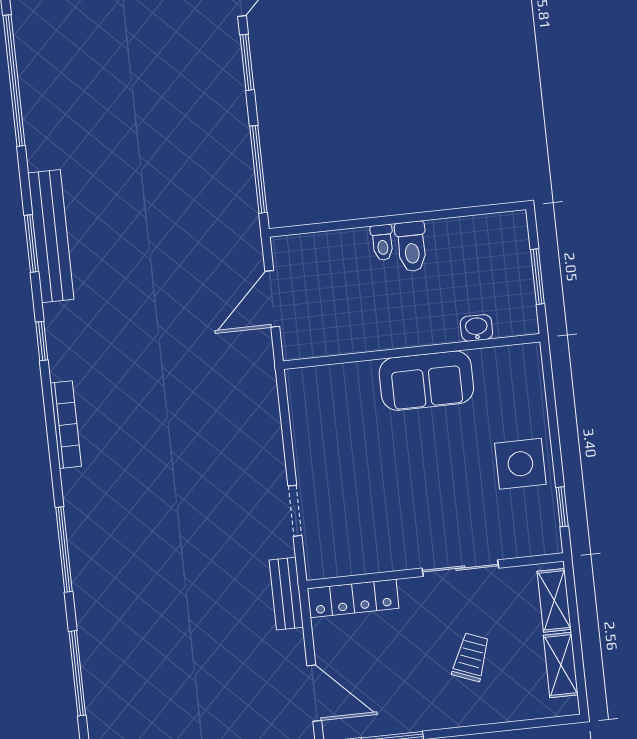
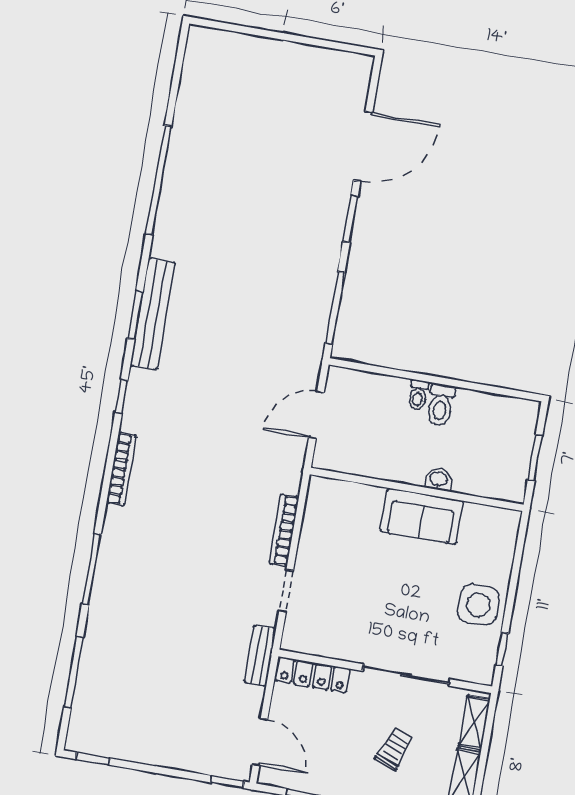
washbasin: (476, 328) -> (438, 479), moved
bookcase: (273, 442) -> (284, 530), added
sliding door: (460, 568) -> (406, 675), width x1.37

